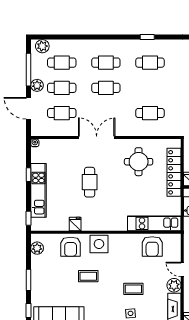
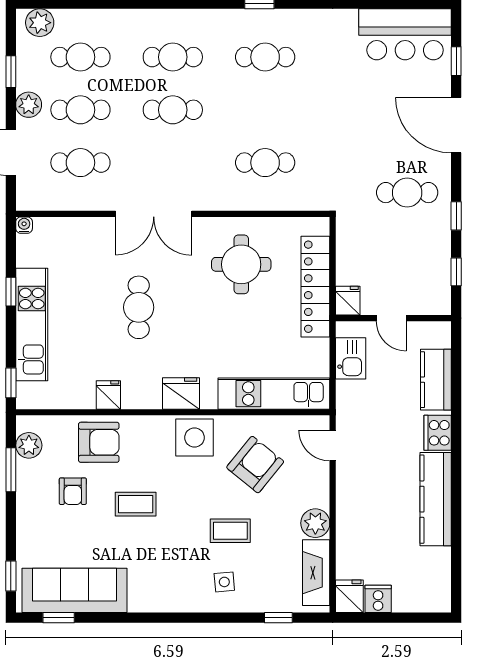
window: (29, 70) -> (11, 72), width x0.46
double door: (97, 138) -> (154, 214), swing flipped
fridge: (110, 223) -> (181, 393), added
side table: (99, 244) -> (194, 438), moved
armchair: (152, 246) -> (255, 465), moved, turned -141
armchair: (71, 247) -> (99, 442), turned -90
door: (182, 269) -> (333, 446), moved
armchair: (58, 270) -> (73, 491), added
window: (29, 280) -> (11, 470), moved

